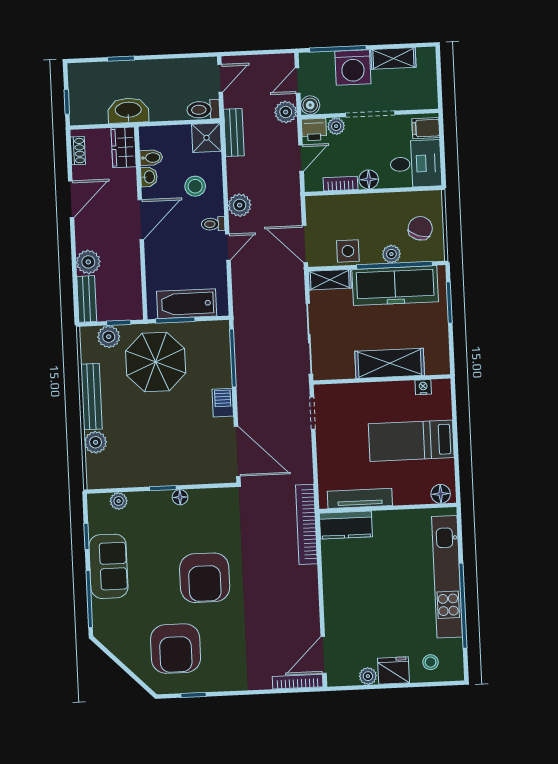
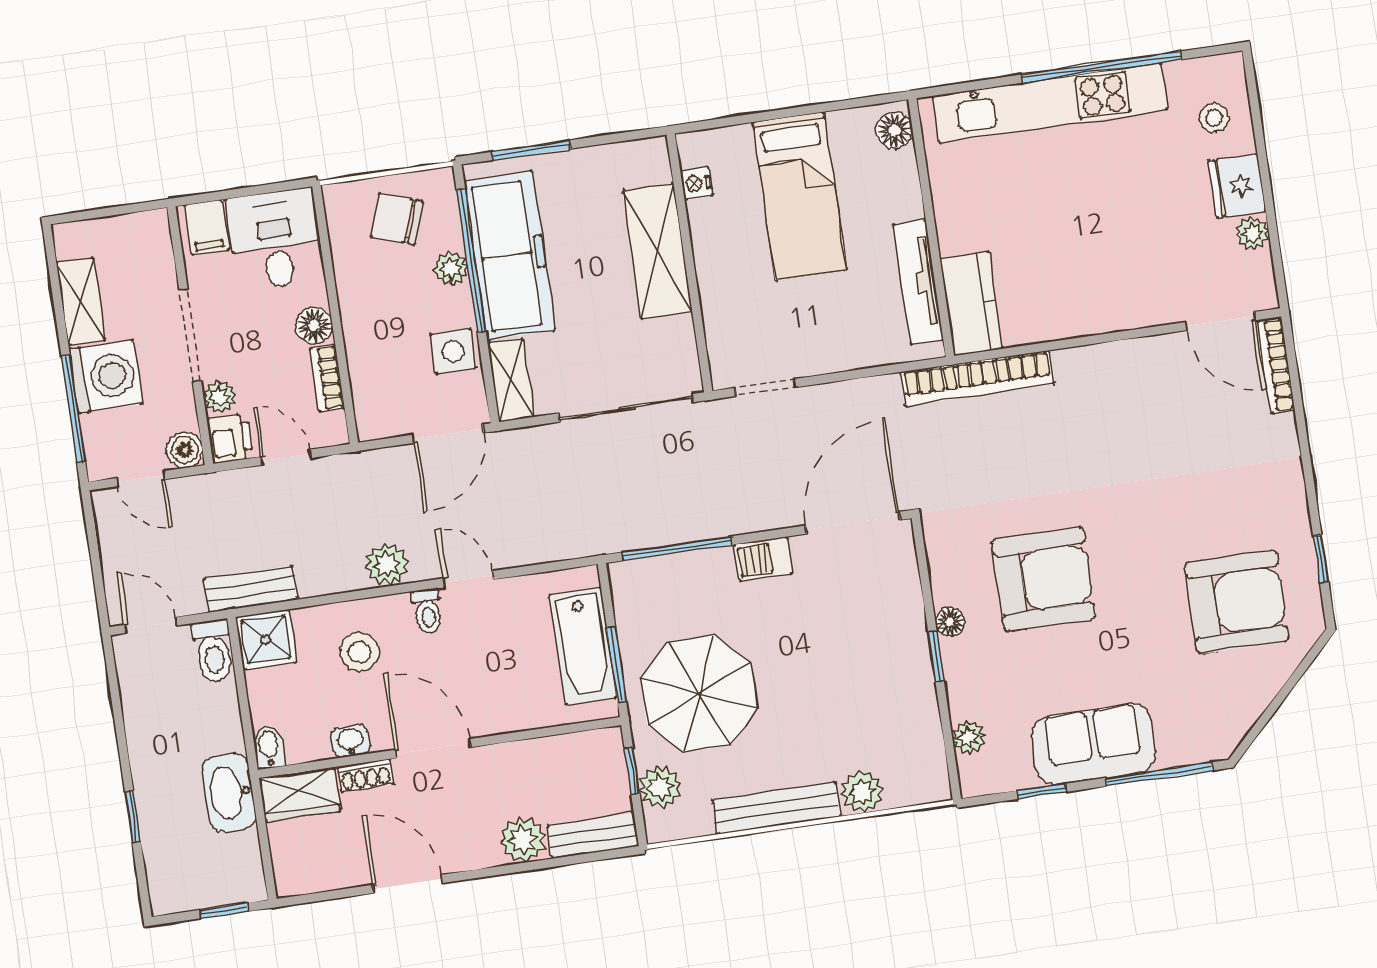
plant: (286, 112) -> (202, 495), removed
shoe rack: (78, 151) -> (365, 775), moved, turned 180
bidet: (151, 158) -> (269, 747), moved
armchair: (205, 578) -> (1043, 579), moved

